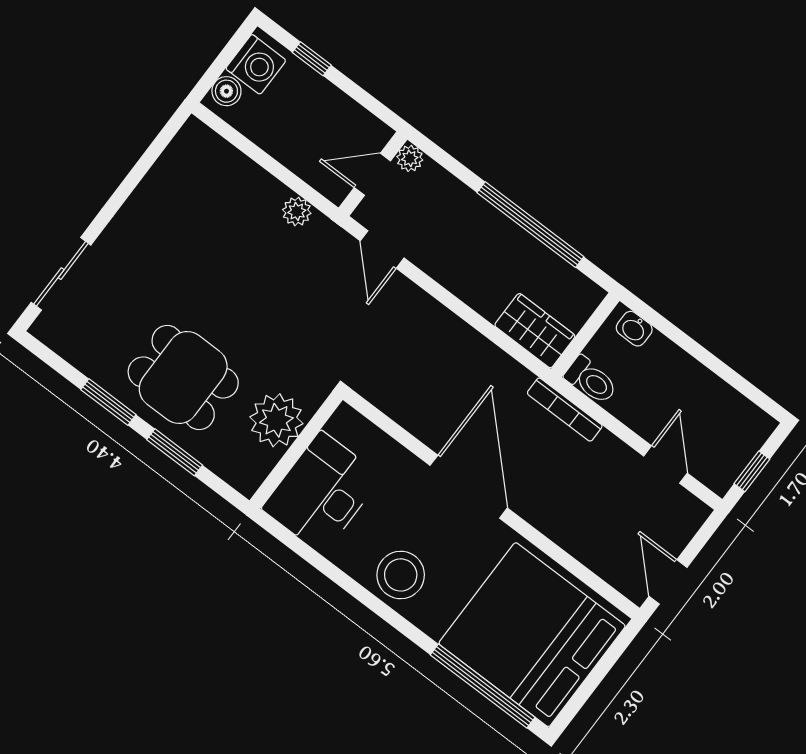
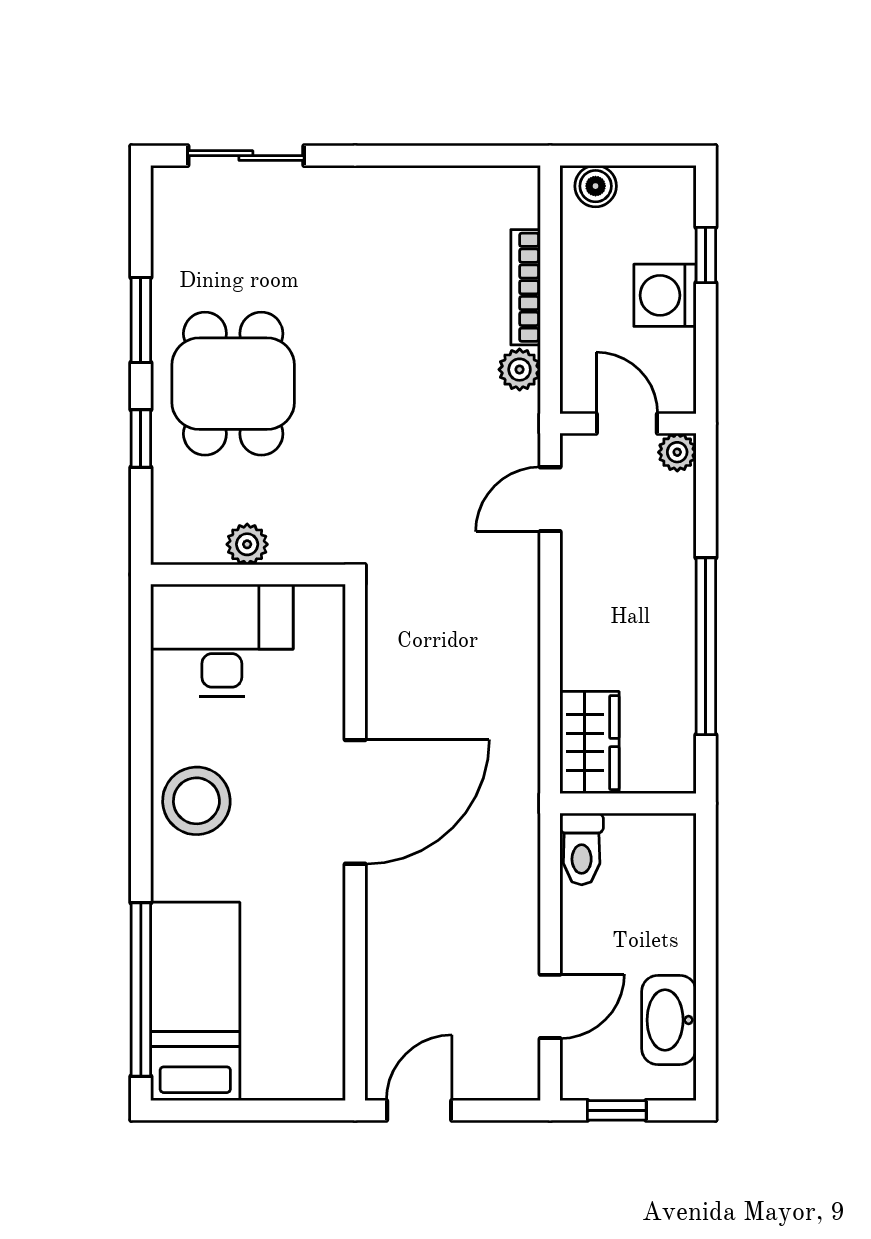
washing machine: (256, 64) -> (665, 295), moved, turned 90
washbasin: (634, 329) -> (669, 1020), moved, width x1.91, depth x1.45
bookcase: (565, 410) -> (526, 287), moved
plant: (276, 420) -> (247, 544), width x0.53, depth x0.53
window: (175, 452) -> (141, 438), width x0.67
bed: (532, 635) -> (195, 1001), width x0.49

